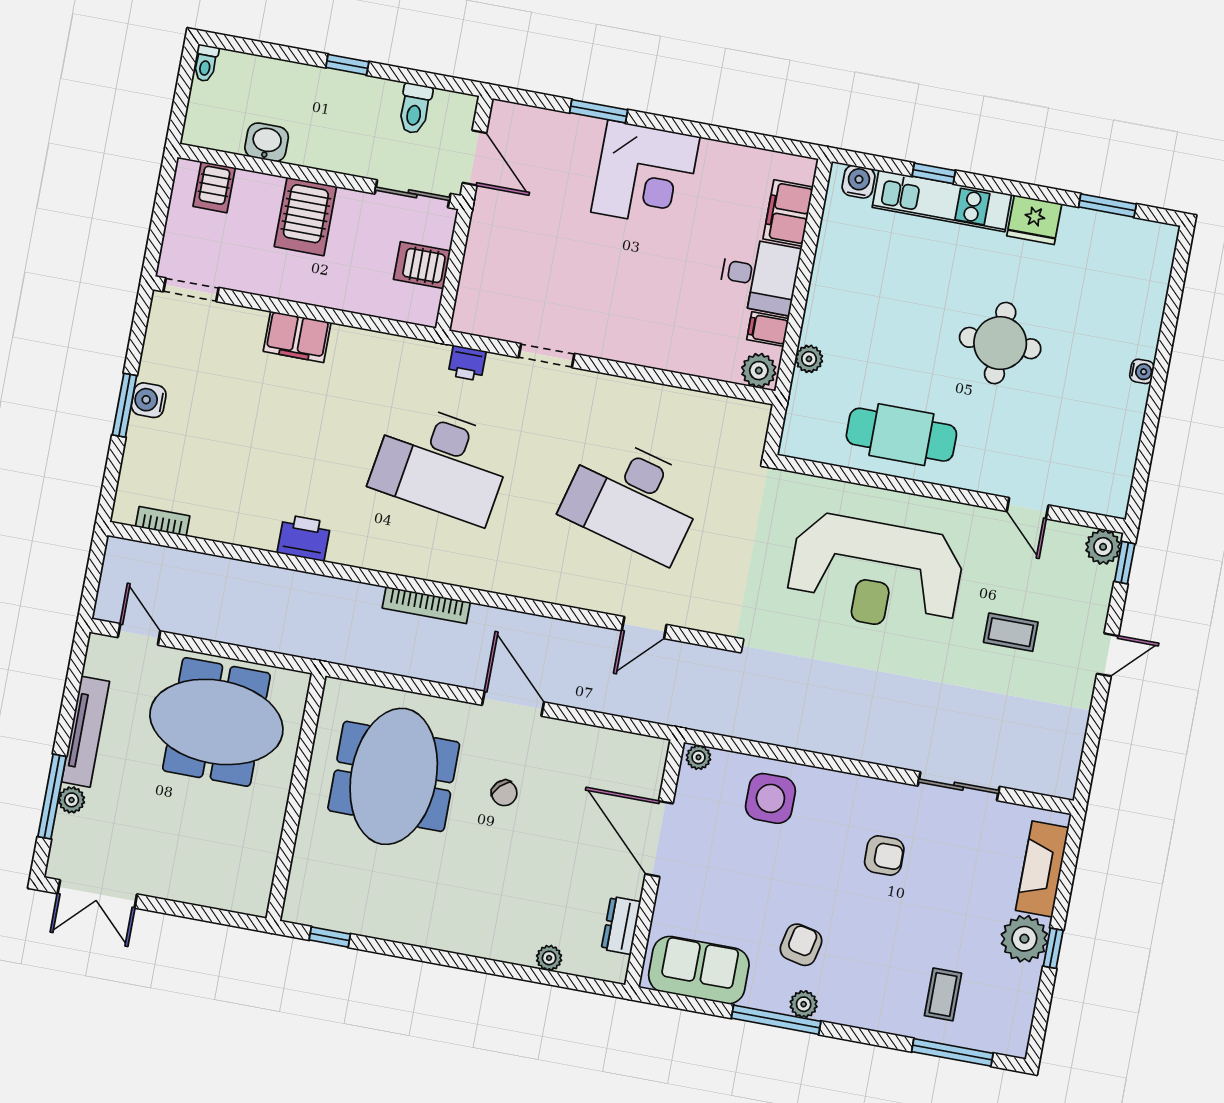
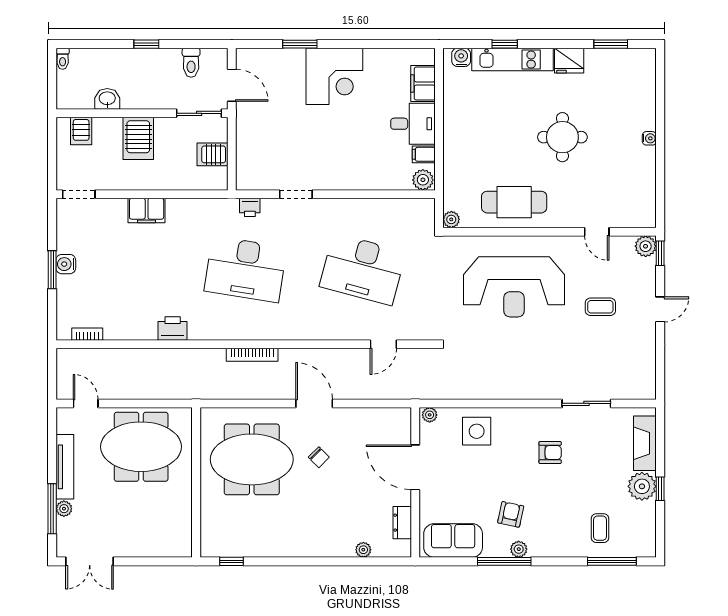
plant: (809, 359) -> (451, 219), moved
meeting table: (394, 776) -> (252, 459), turned 90

